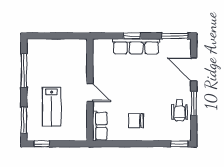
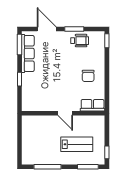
row of seats: (136, 46) -> (28, 53), moved
door: (194, 69) -> (47, 29), swing flipped
door: (90, 92) -> (65, 113), swing flipped

